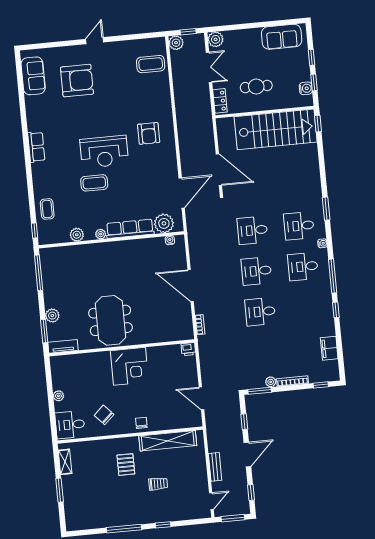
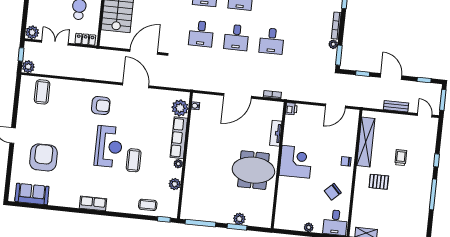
door: (182, 193) -> (136, 85), moved
window: (44, 331) -> (237, 227), moved
tv unit: (63, 346) -> (276, 133), moved

